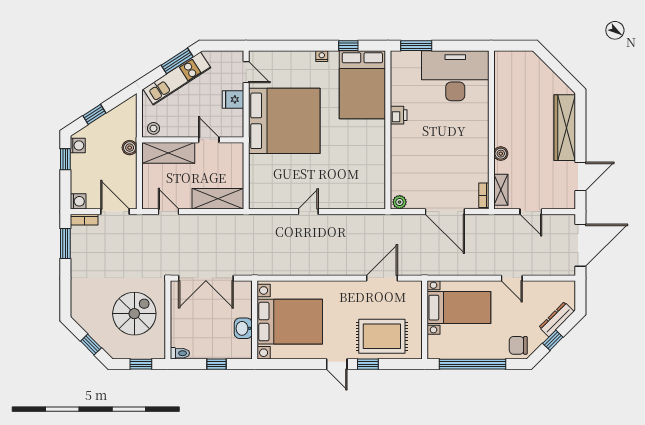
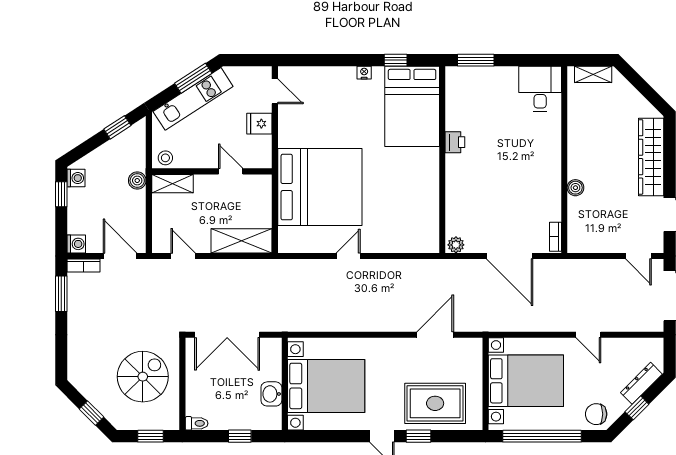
desk: (455, 76) -> (540, 89), width x0.53, depth x0.77
window: (94, 114) -> (117, 127), moved
bed: (284, 121) -> (320, 187), moved
shelving: (168, 153) -> (173, 184), width x0.67, depth x0.75
shelving: (501, 190) -> (593, 74), moved, turned 90
door: (531, 212) -> (639, 256), moved
bed with nightstands: (459, 308) -> (526, 381), width x1.36

